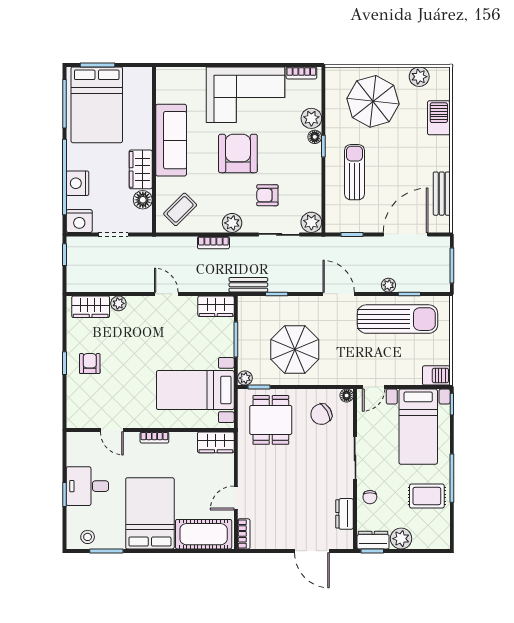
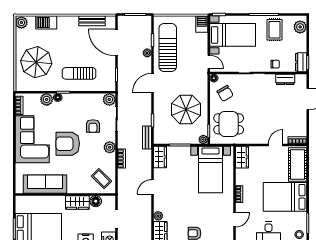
plant: (419, 77) -> (21, 23), moved
sofa: (171, 140) -> (45, 184), moved
door: (236, 498) -> (276, 145), swing flipped
plant: (401, 539) -> (300, 27), moved

